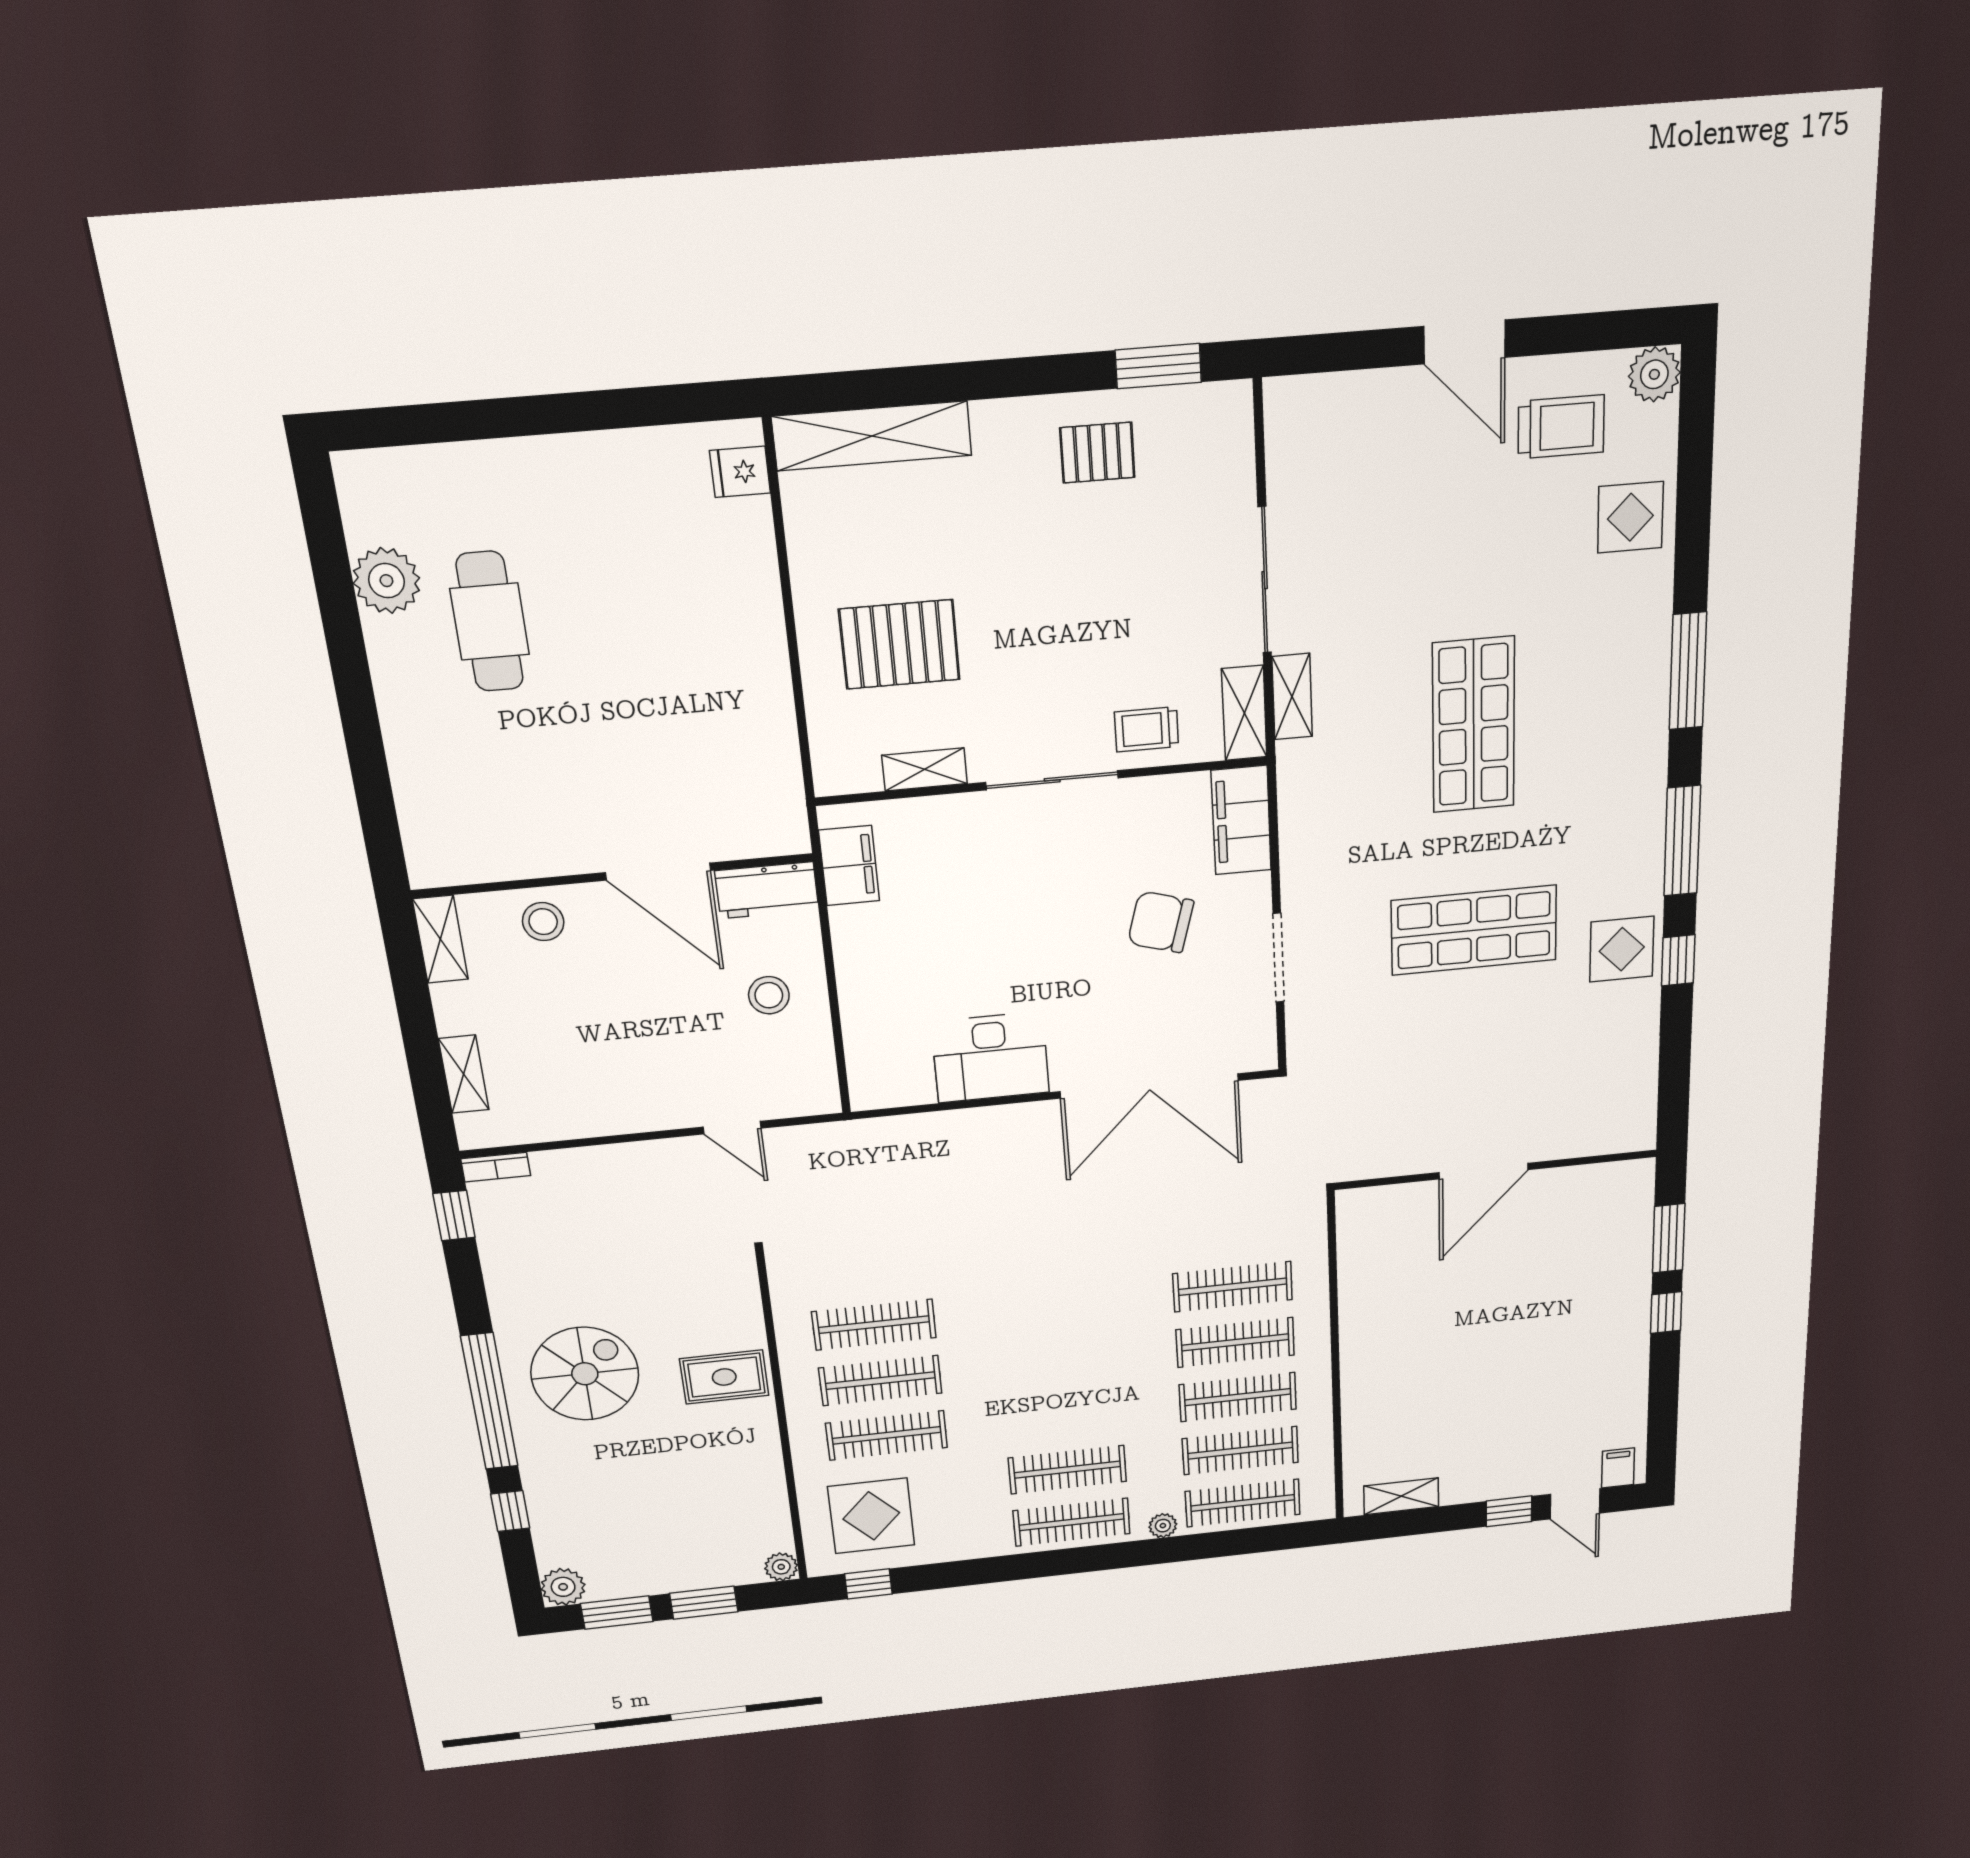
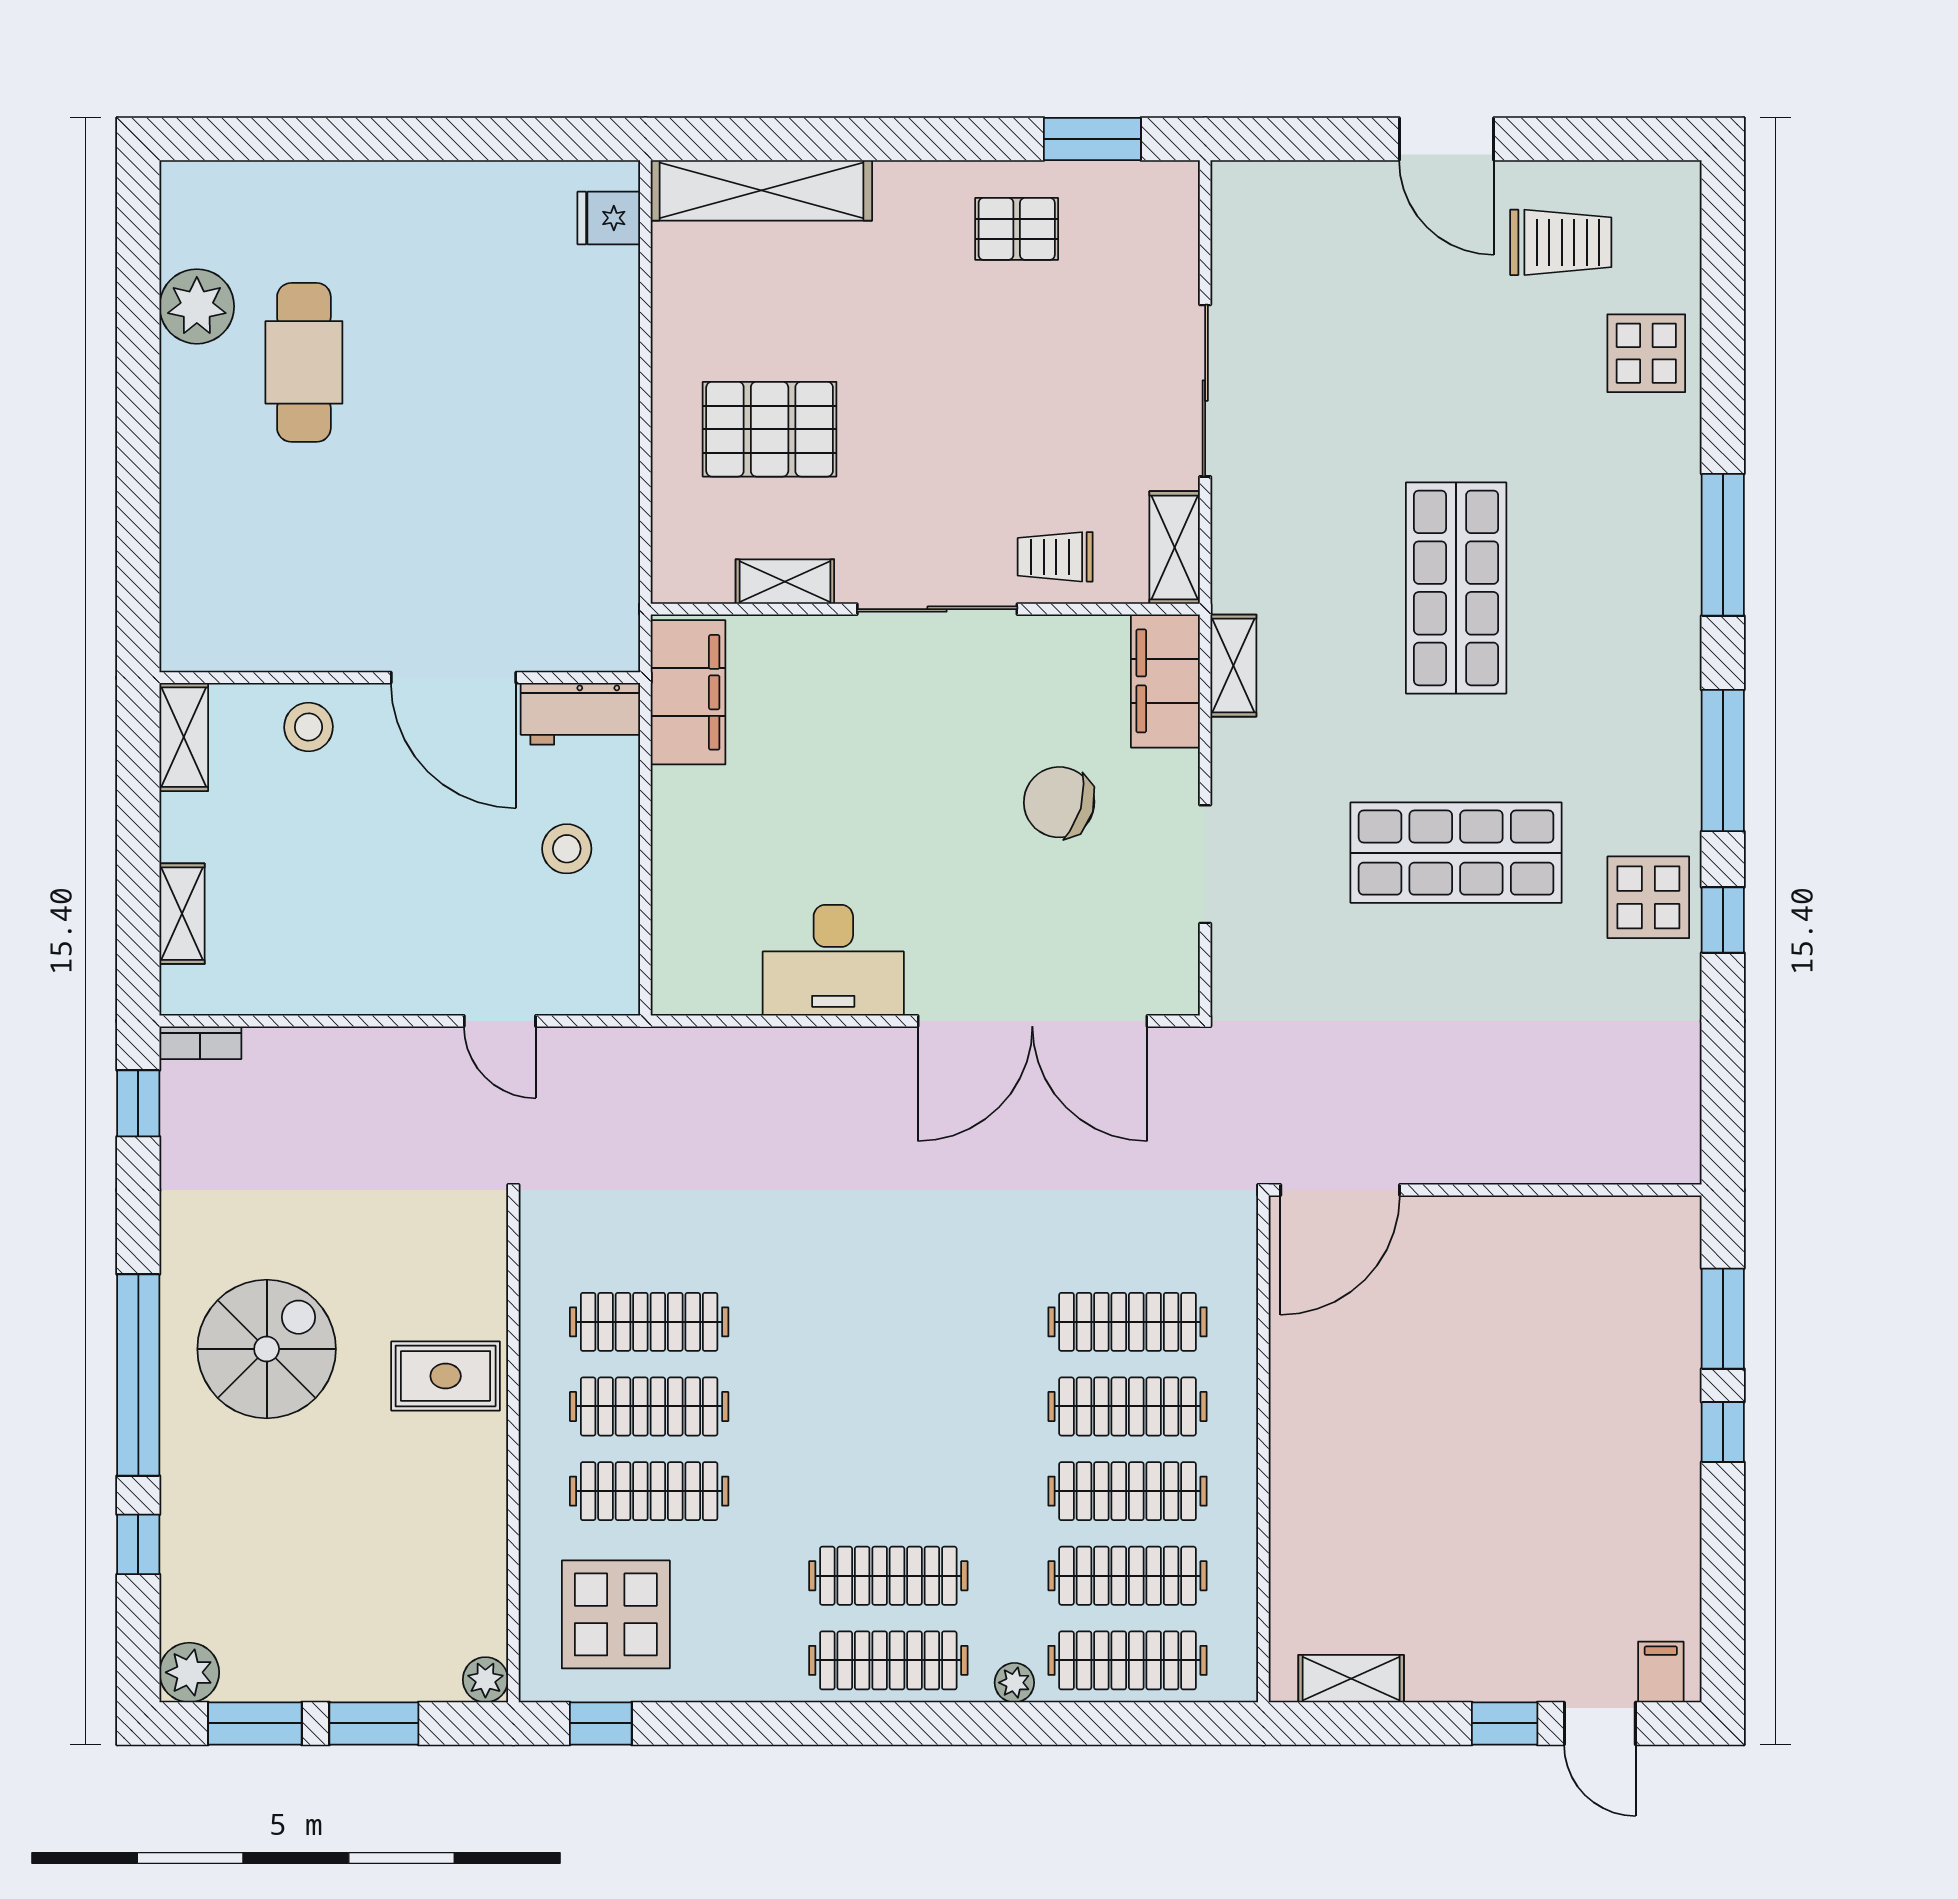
plant: (1654, 374) -> (1671, 192), removed
shelving: (1292, 697) -> (1233, 666), moved
filing cabinet: (849, 866) -> (688, 692), width x1.50, depth x1.17
door: (1483, 1171) -> (1340, 1190), moved

